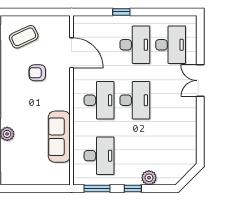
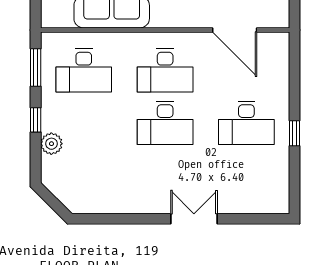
window: (121, 12) -> (295, 133), moved
desk: (171, 45) -> (246, 175), removed
door: (71, 53) -> (235, 30), hinge flipped

